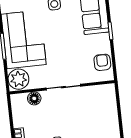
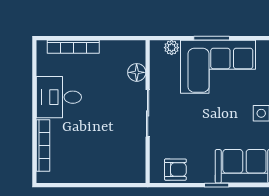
plant: (18, 79) -> (172, 48), width x0.53, depth x0.53

